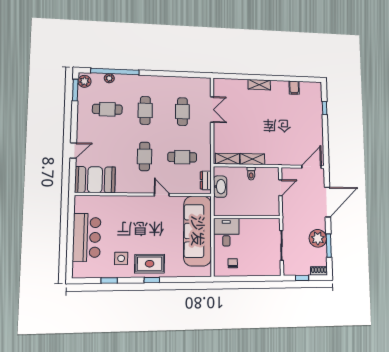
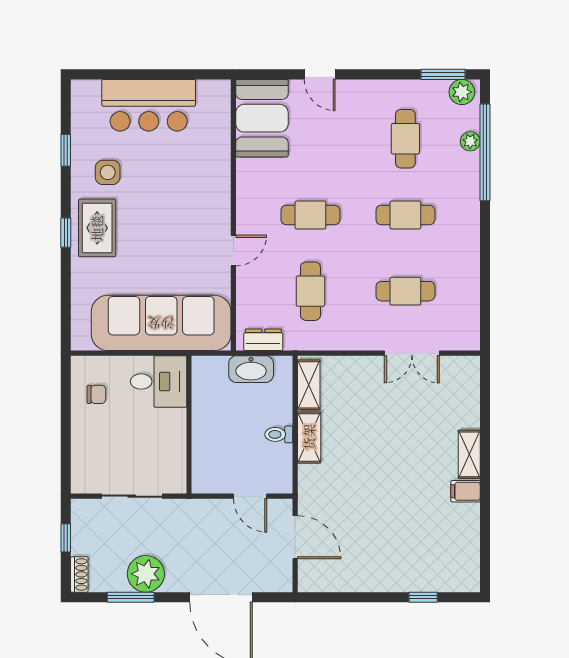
filing cabinet: (294, 88) -> (465, 491), moved
door: (312, 167) -> (295, 537), moved

